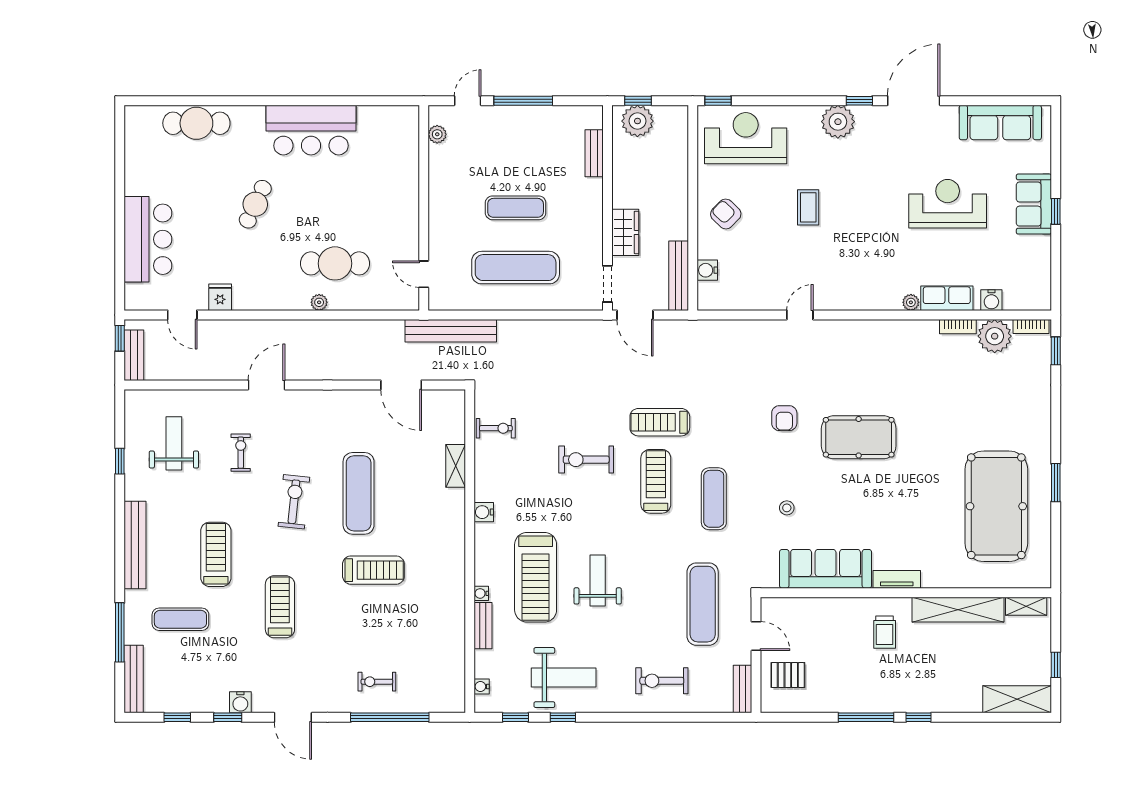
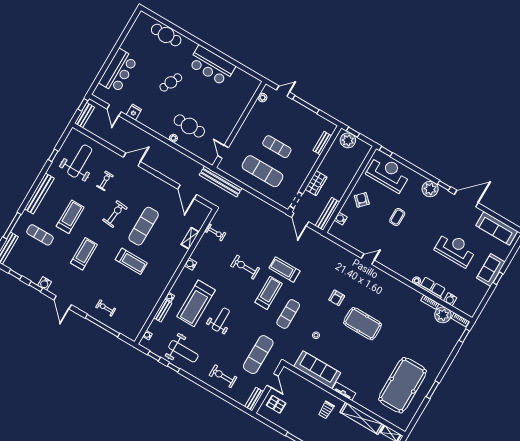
weight bench: (174, 443) -> (80, 161), width x1.36, depth x1.33

